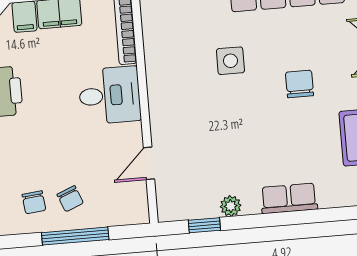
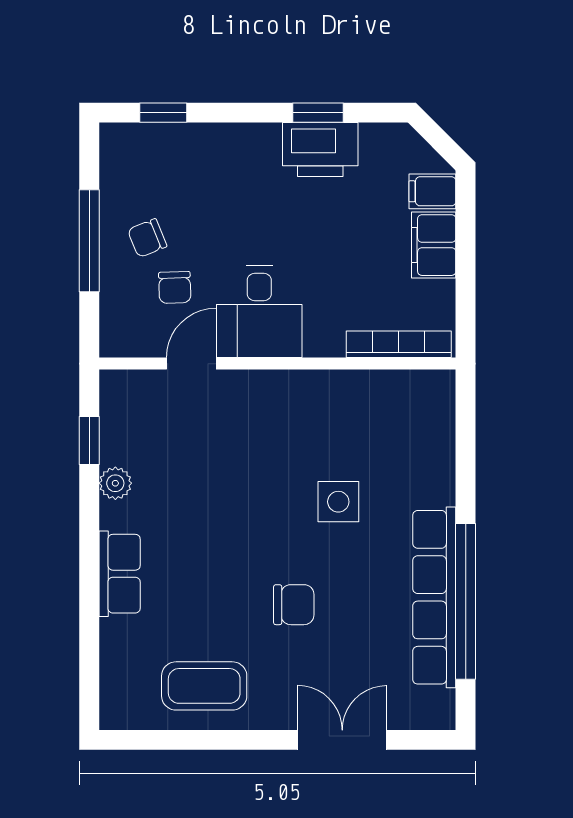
desk: (110, 95) -> (259, 312), moved
door: (149, 163) -> (191, 364), hinge flipped
chair: (34, 202) -> (175, 287), moved, turned -86

